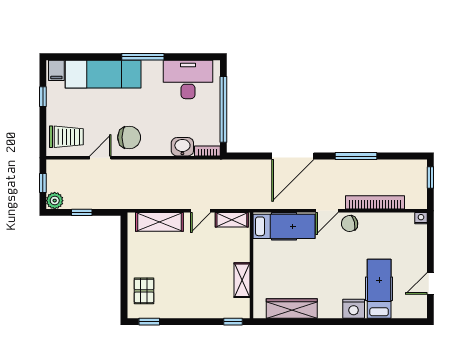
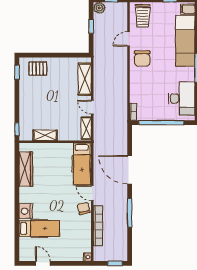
washbasin: (182, 147) -> (136, 95), removed
door: (100, 158) -> (128, 39), swing flipped

